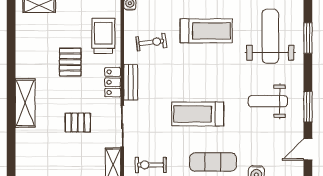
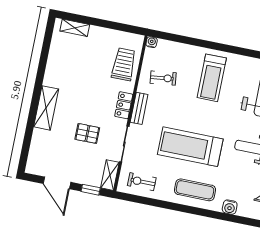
treadmill: (206, 31) -> (212, 78), turned 90
pallet: (70, 62) -> (91, 81), removed
treadmill: (198, 114) -> (190, 147), width x1.37, depth x1.38

